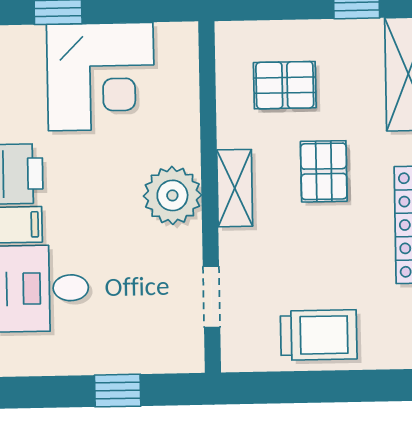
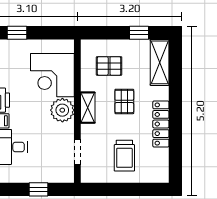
corner desk: (101, 77) -> (52, 75), moved, turned 90
trolley: (319, 335) -> (124, 156), moved, turned 90

